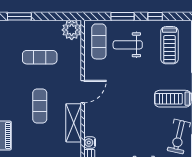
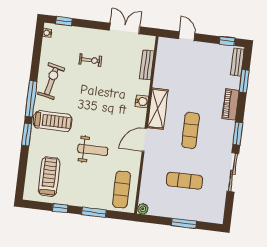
window: (19, 16) -> (184, 223), moved
plant: (72, 30) -> (143, 209), width x0.53, depth x0.53
weight bench: (128, 45) -> (93, 150), moved
water cooler: (90, 143) -> (142, 101), moved

